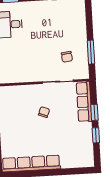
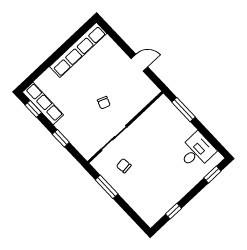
row of seats: (84, 102) -> (43, 103), moved
window: (96, 135) -> (33, 109), moved

